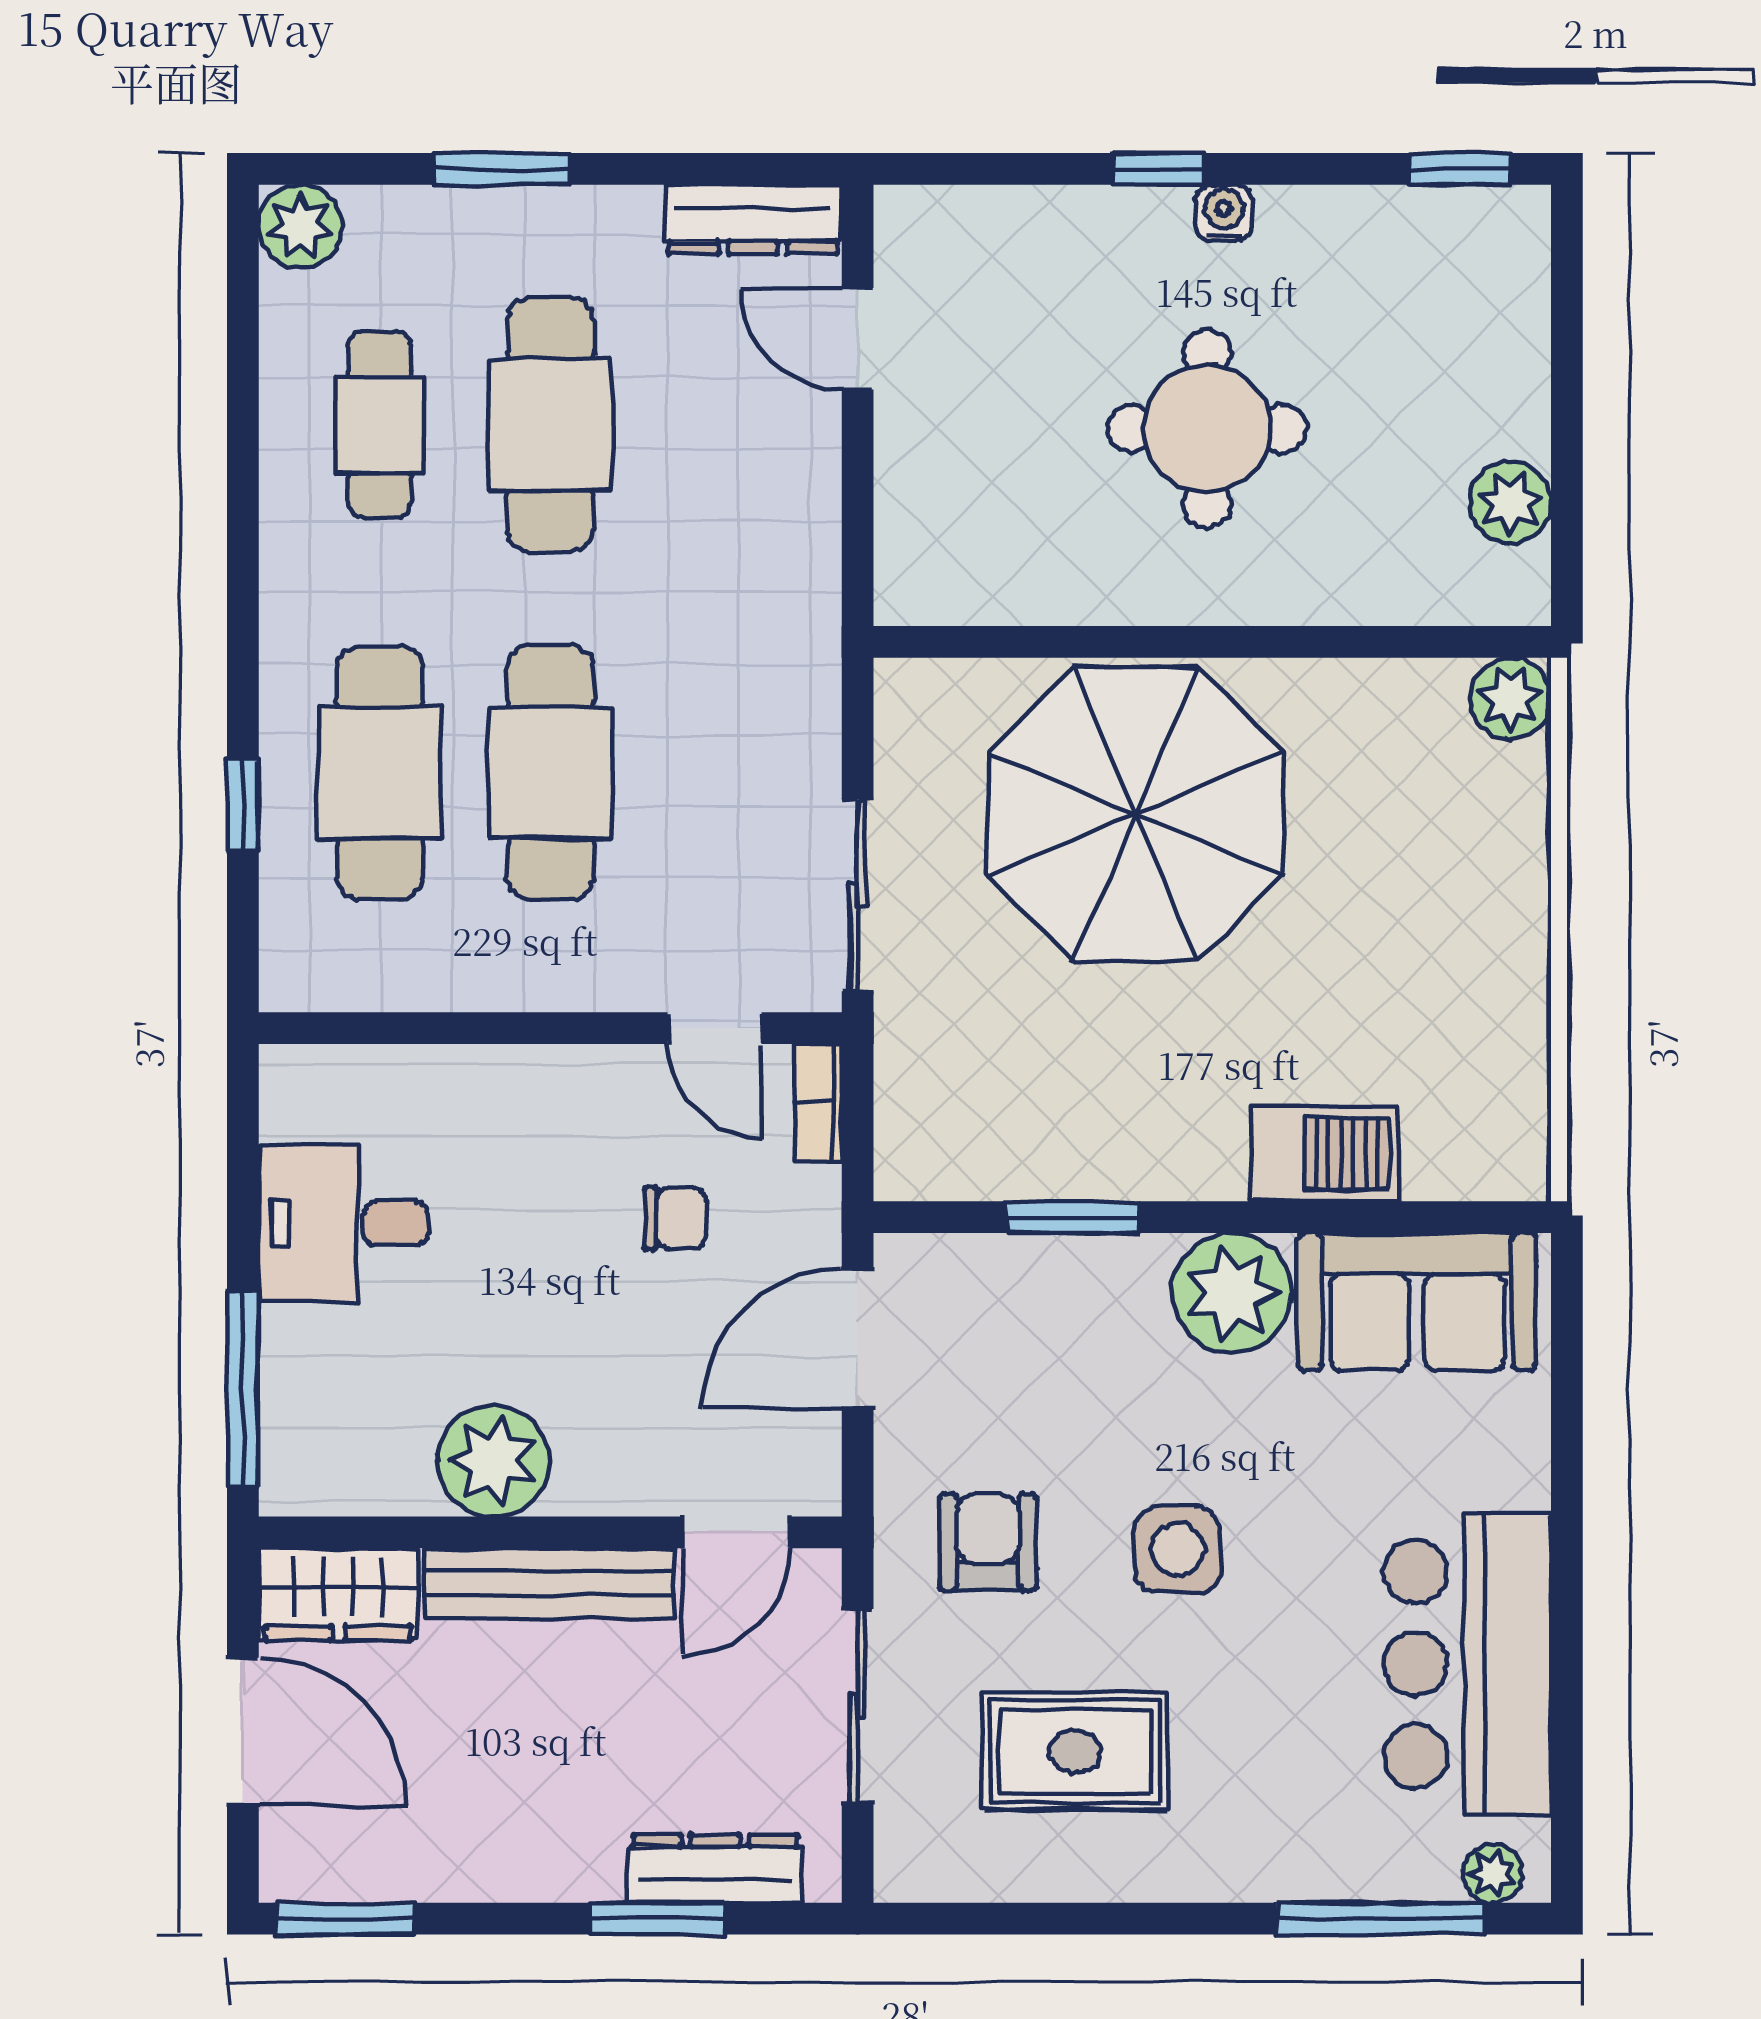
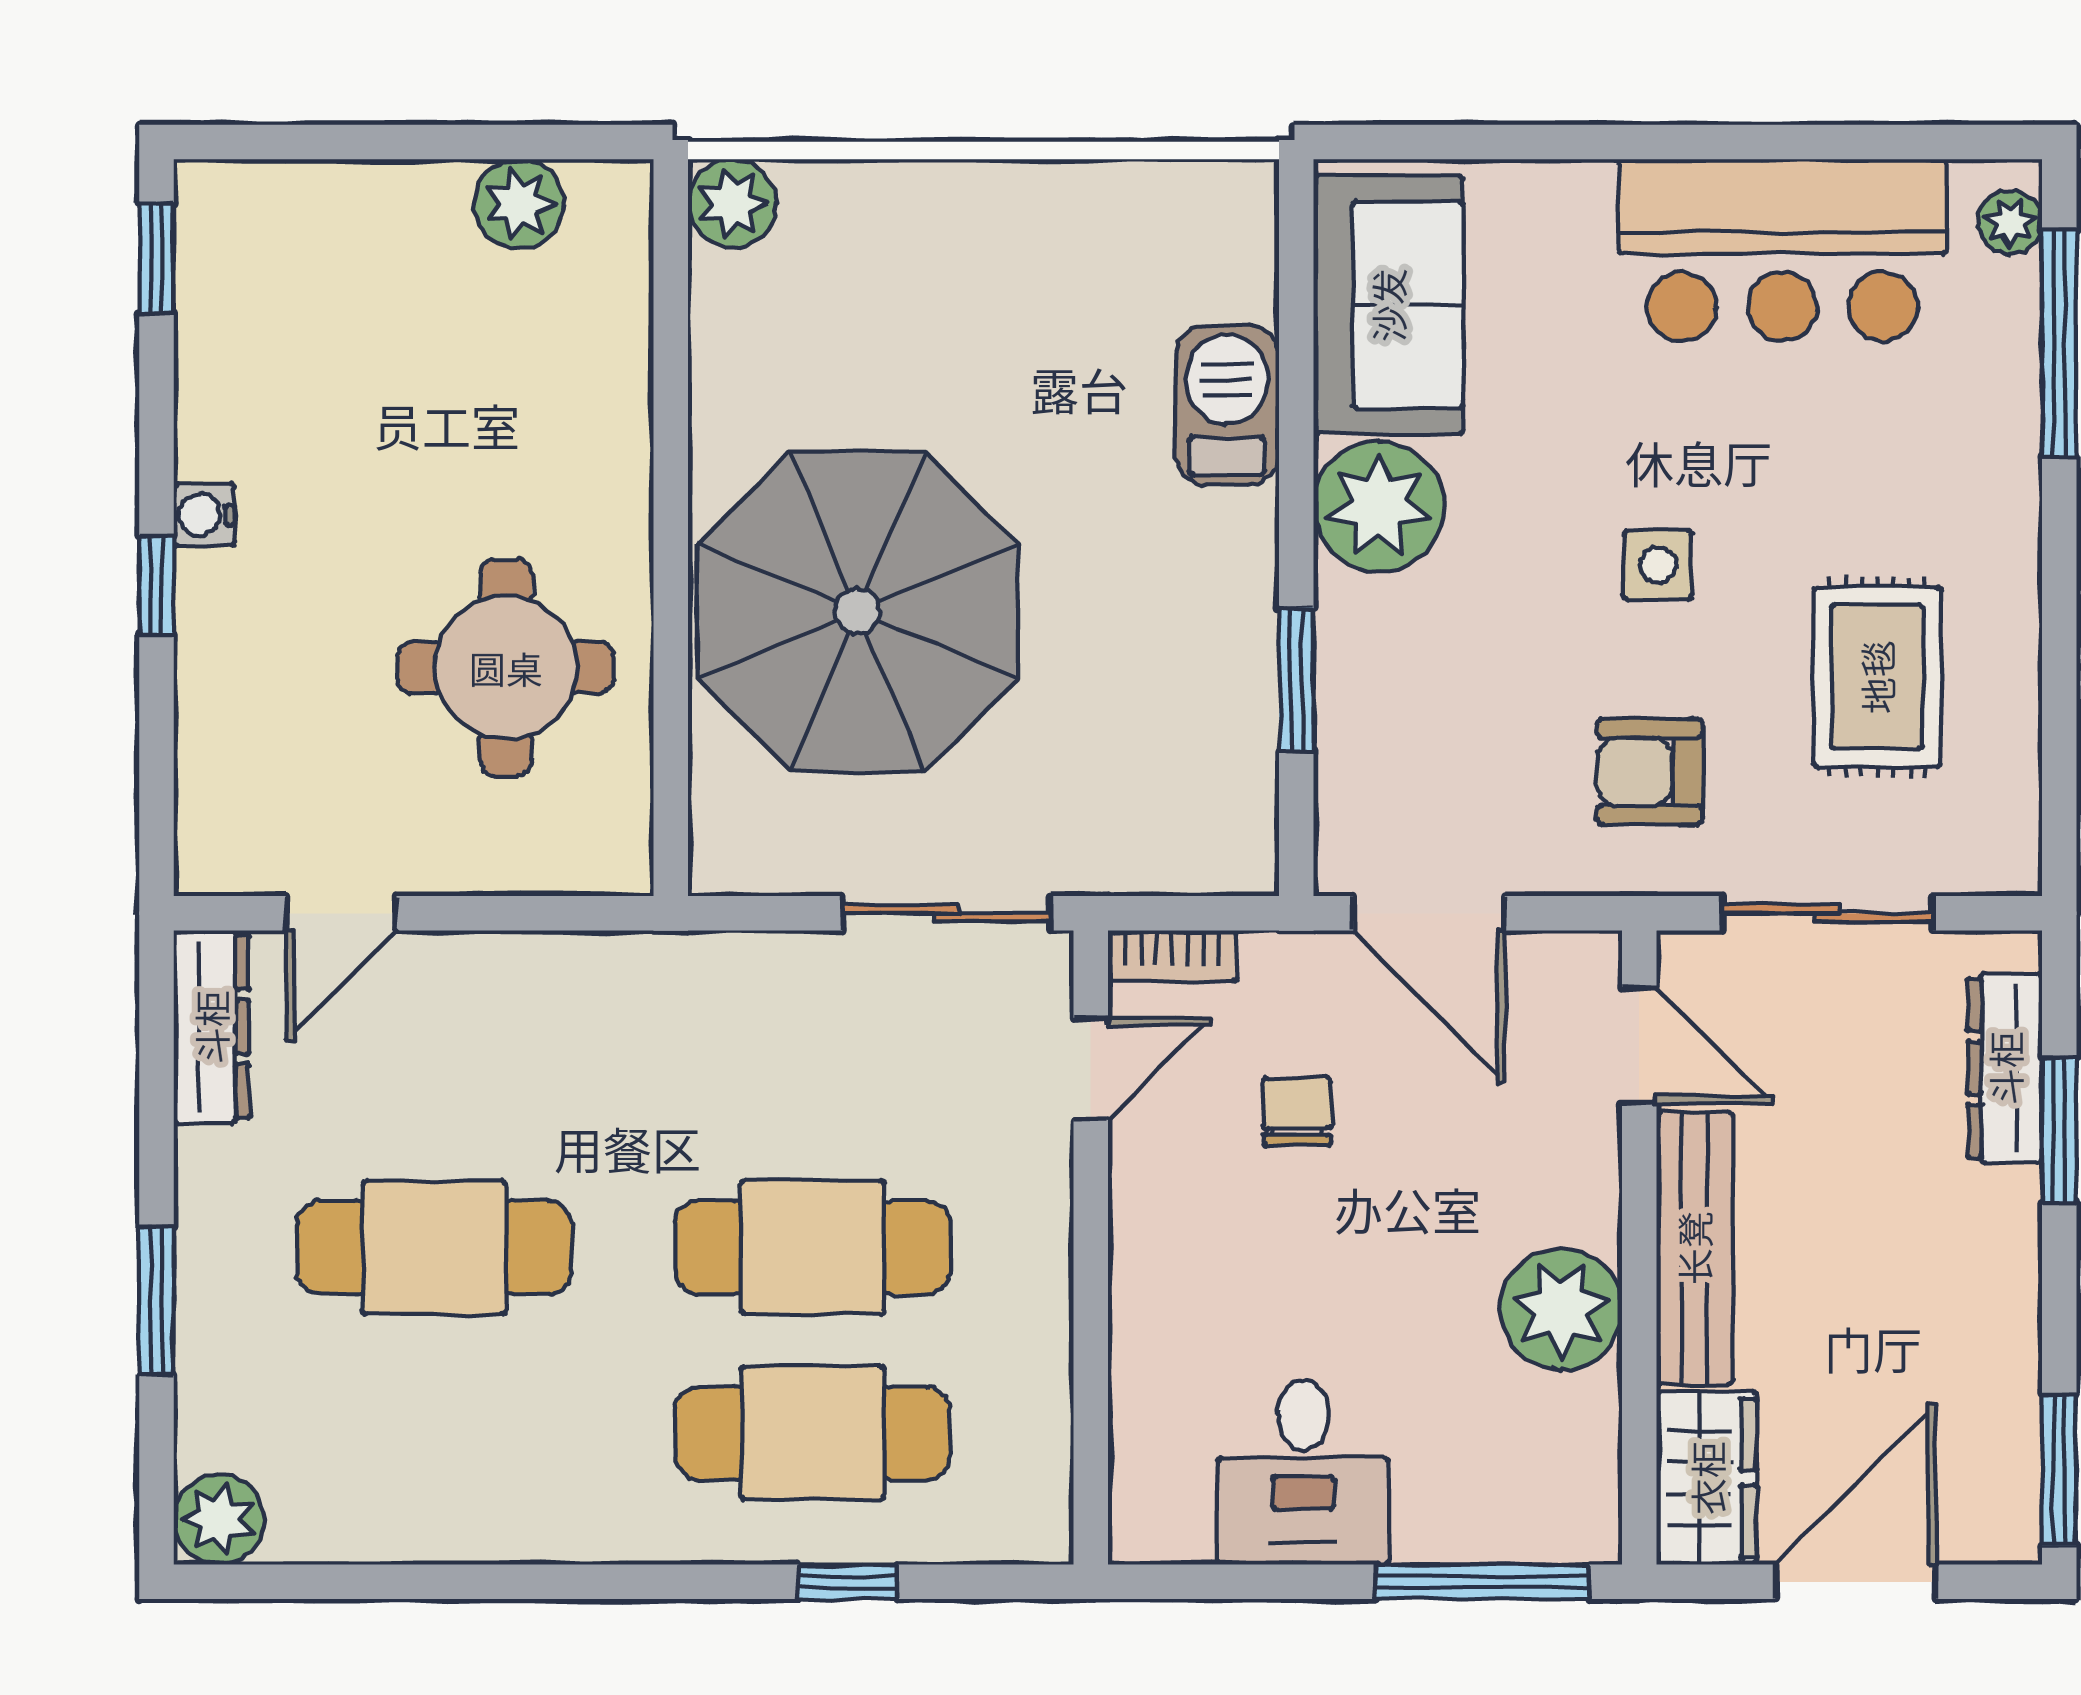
cafe table: (380, 425) -> (434, 1433), removed
round table: (1207, 428) -> (506, 668), moved
side table: (1178, 1550) -> (1658, 565), width x0.73, depth x0.73

